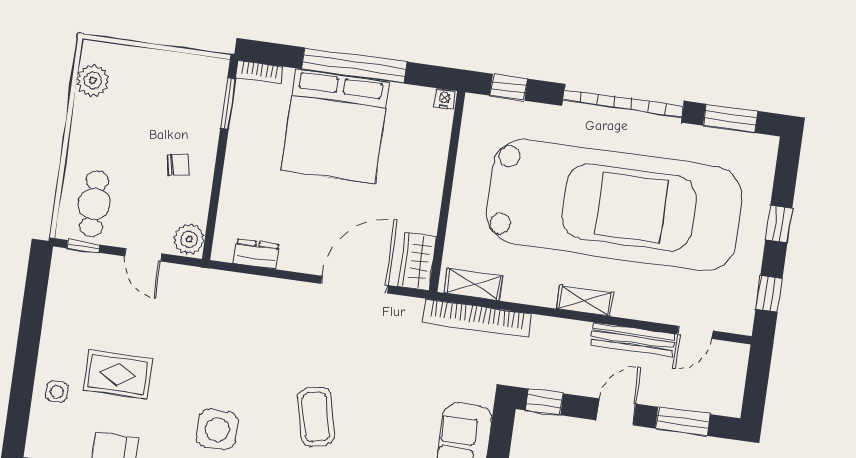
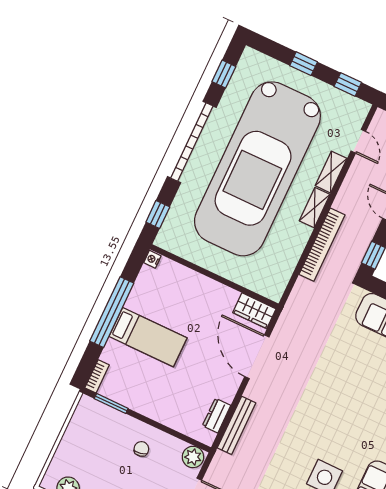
window: (730, 118) -> (224, 74), width x0.67
bed: (335, 126) -> (148, 337), width x0.49
car: (614, 205) -> (257, 169), turned 180
shelving: (473, 284) -> (331, 172), moved
bookcase: (477, 318) -> (322, 245), moved
bench: (633, 339) -> (237, 425), moved
coffee table: (316, 417) -> (336, 409), removed

